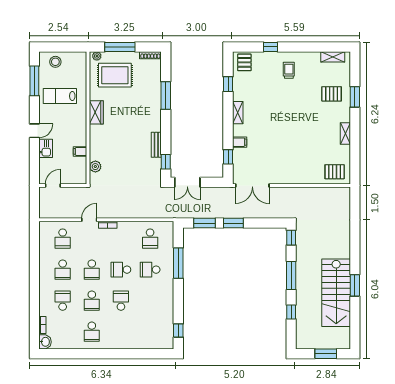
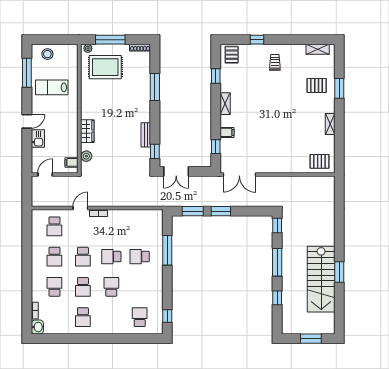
wardrobe: (96, 112) -> (87, 131), moved
filing cabinet: (80, 151) -> (71, 162), moved
school desk: (150, 239) -> (140, 317), moved, turned 180

